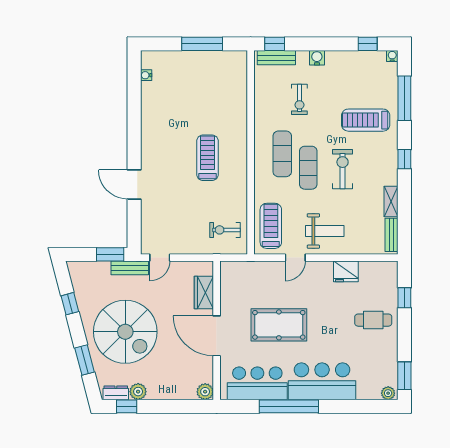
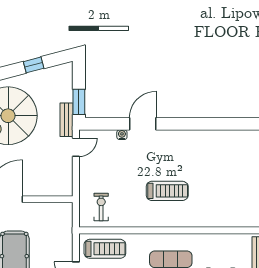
water cooler: (146, 75) -> (122, 135), moved
door: (160, 258) -> (76, 147), swing flipped
wardrobe: (204, 293) -> (44, 188), removed

